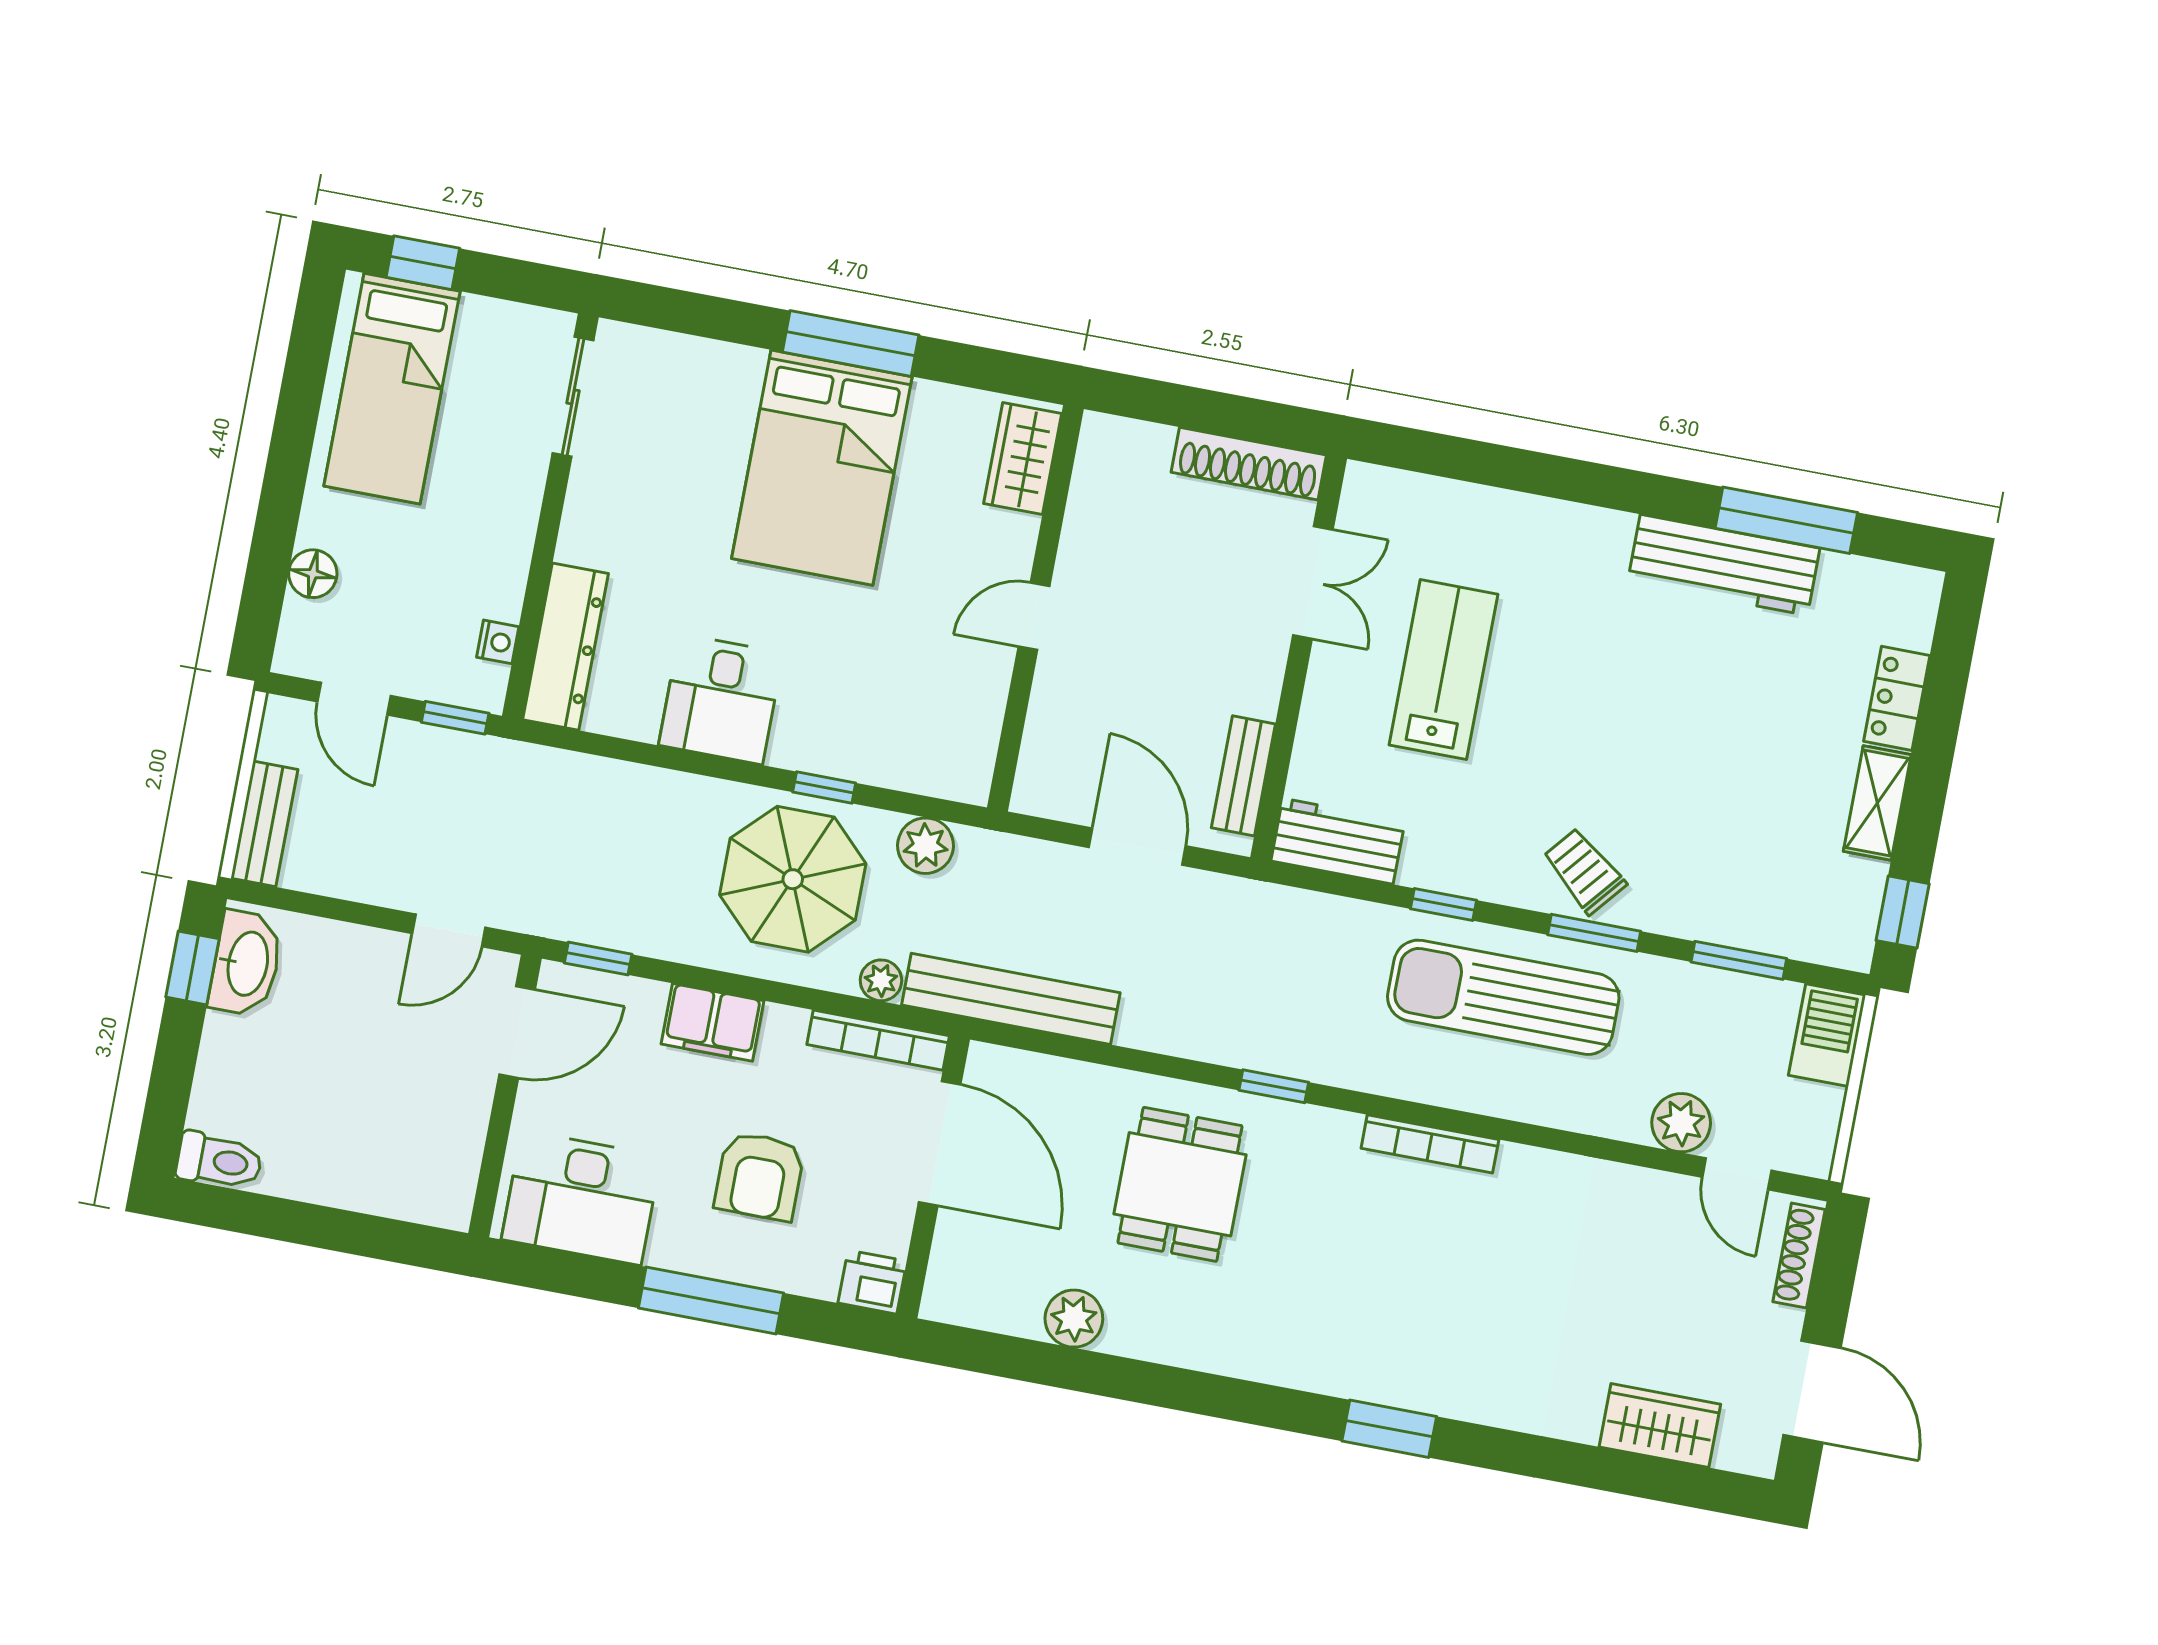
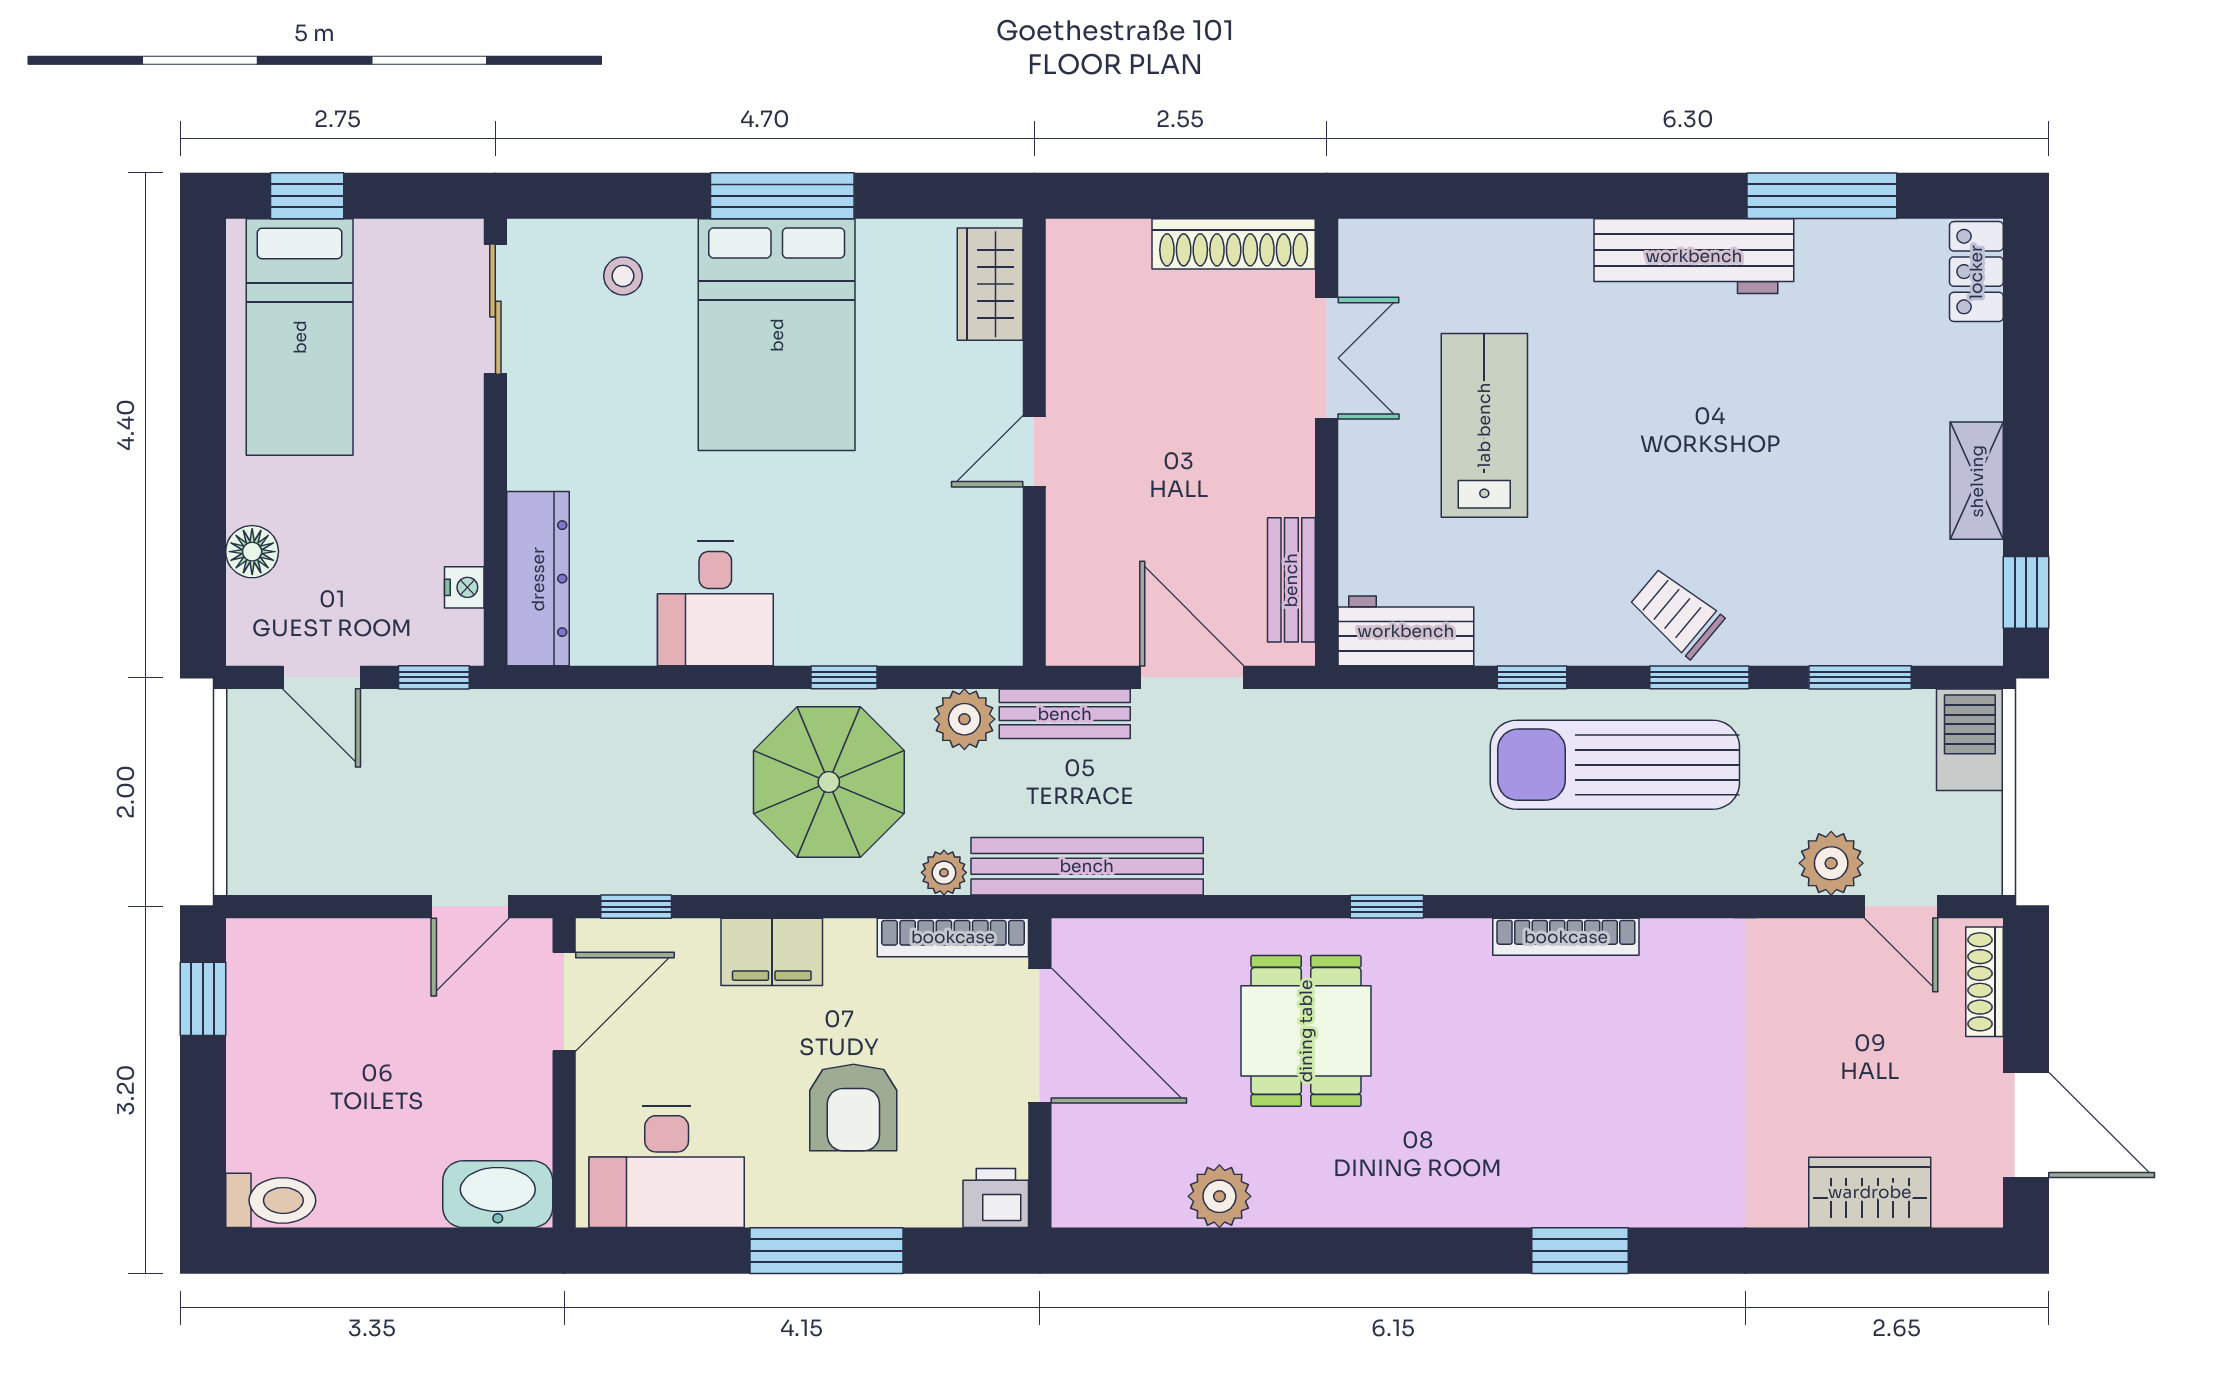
stool: (694, 389) -> (623, 276), added
workbench: (1724, 565) -> (1694, 256), moved
locker: (1897, 698) -> (1976, 272), moved
bench: (264, 824) -> (1065, 714), moved, turned 90
washbasin: (246, 963) -> (498, 1194), moved, turned -90

